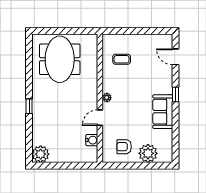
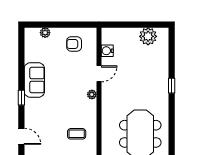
armchair: (124, 147) -> (74, 44), turned 180
plant: (148, 153) -> (45, 33), width x0.53, depth x0.53
plant: (41, 154) -> (148, 36), moved

